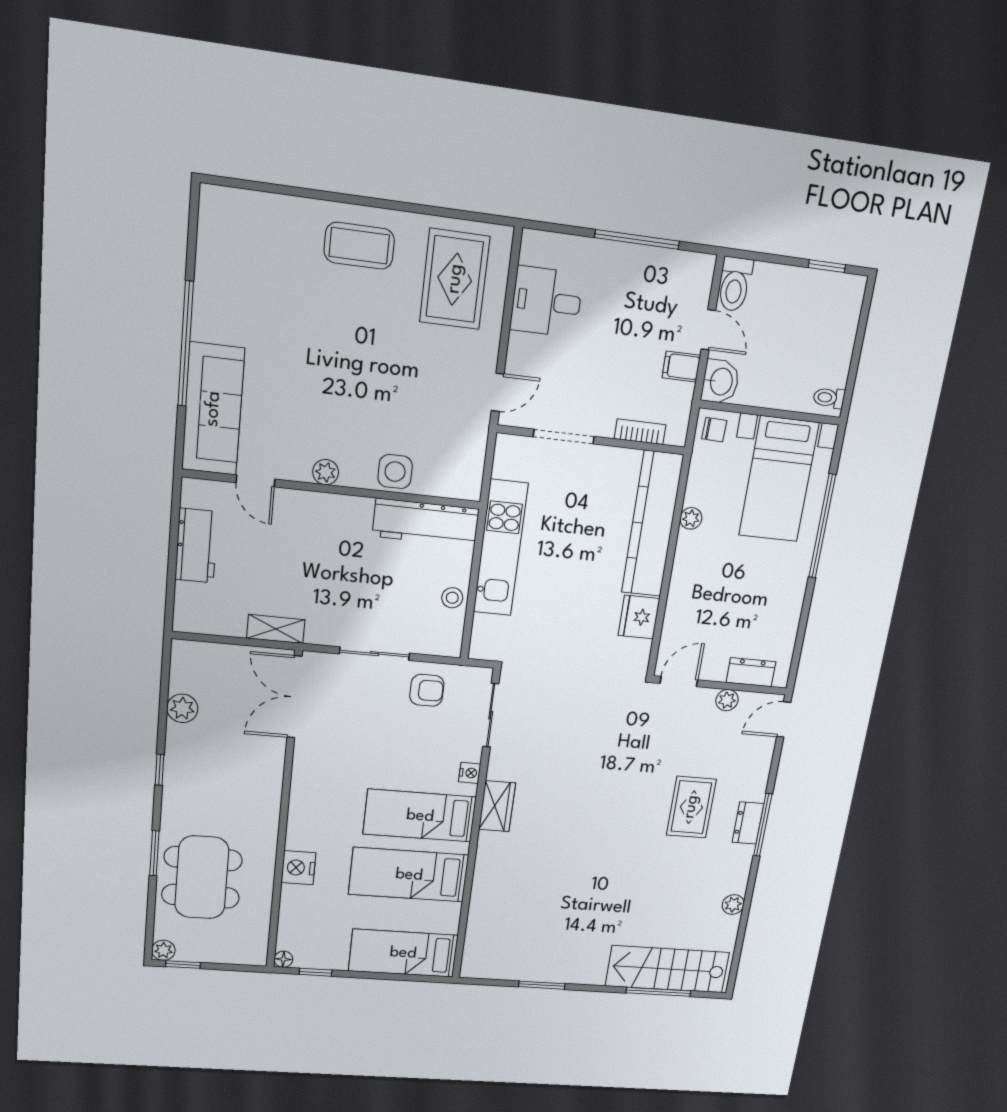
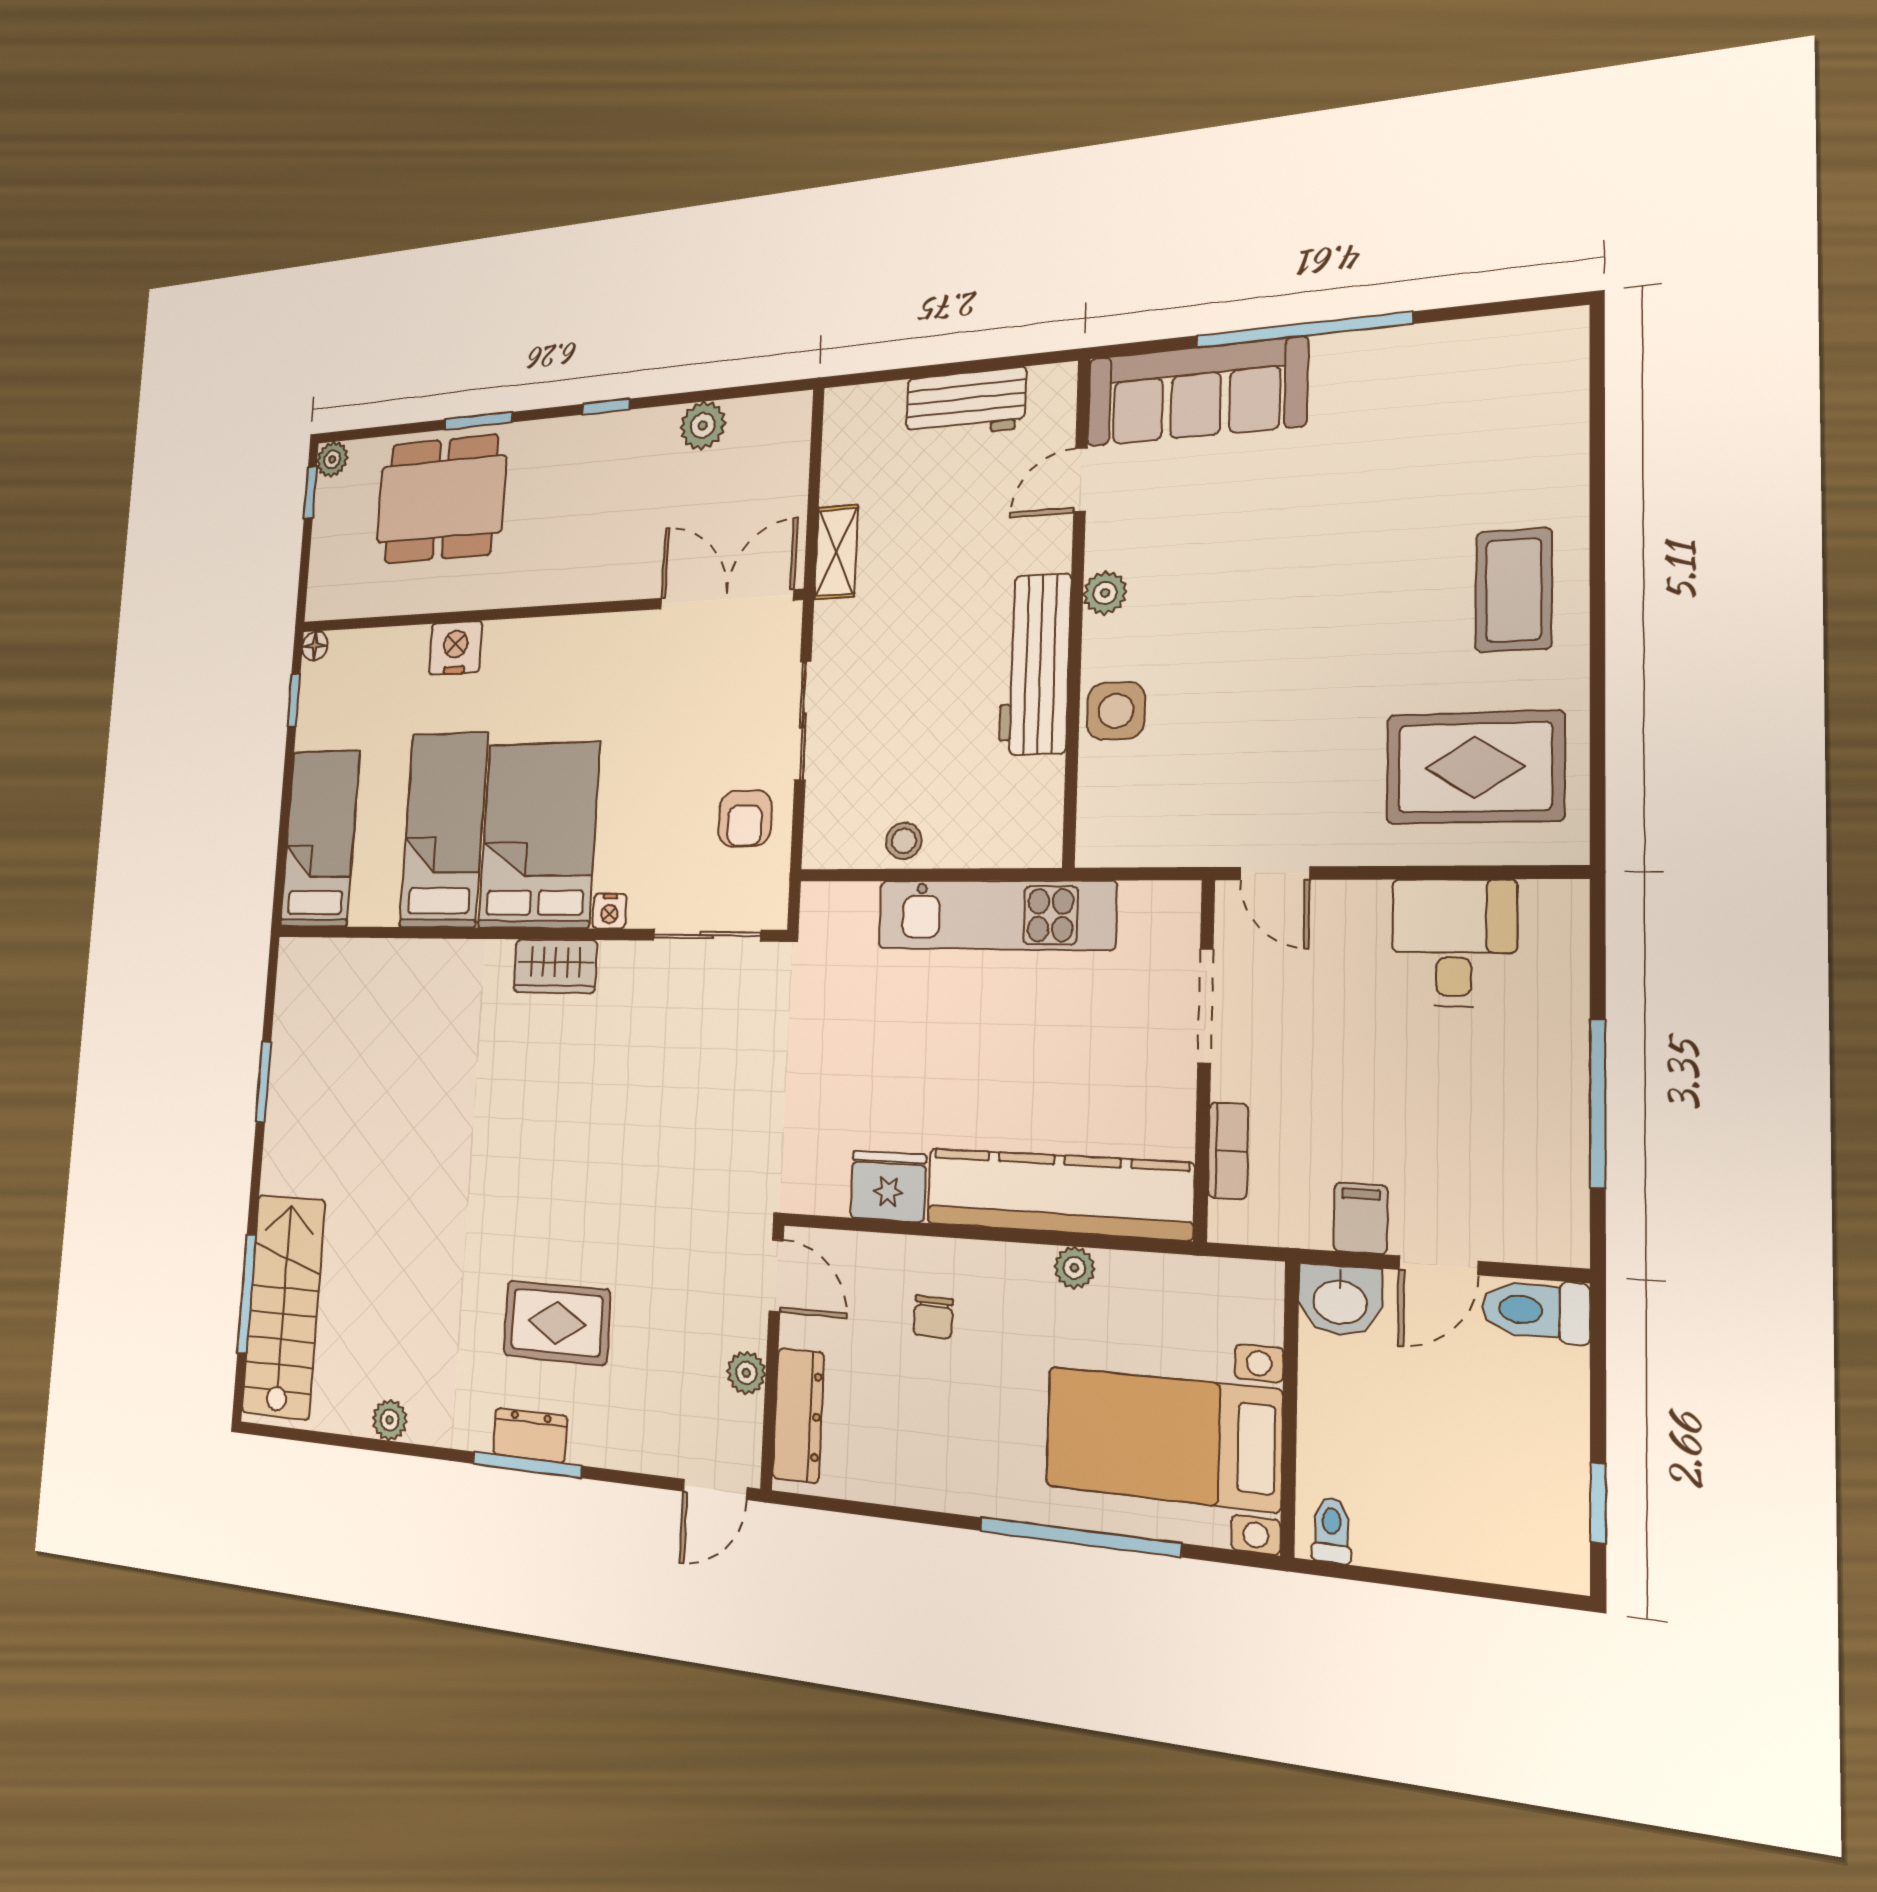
chair: (714, 430) -> (933, 1317), moved
workbench: (426, 523) -> (1035, 664), moved
dresser: (751, 672) -> (798, 1415), width x1.44
door: (784, 720) -> (715, 1489), swing flipped
bed: (420, 816) -> (539, 835), width x1.50

